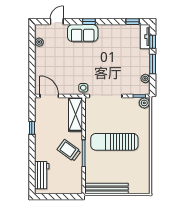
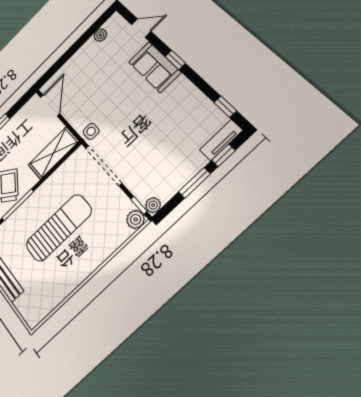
plant: (145, 79) -> (153, 205), moved
sun lounger: (114, 142) -> (59, 228), turned 90

